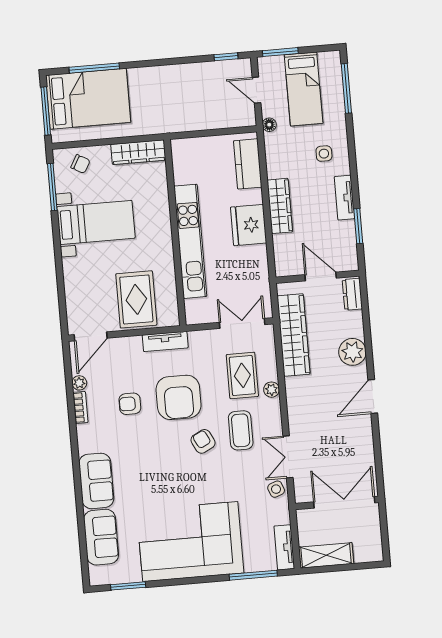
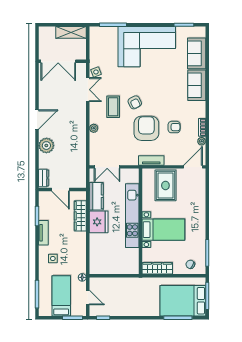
kitchen counter: (248, 164) -> (96, 196), moved
wardrobe: (280, 206) -> (80, 216), moved
bed with nightstands: (96, 222) -> (163, 230), moved, turned 180
wardrobe: (294, 335) -> (79, 158), removed
rug: (242, 375) -> (109, 138), removed
tv unit: (284, 547) -> (94, 39), removed

